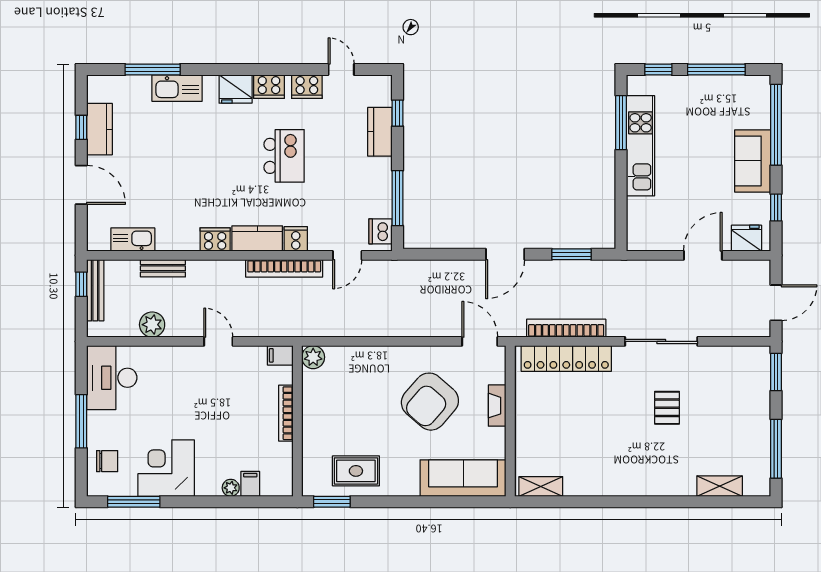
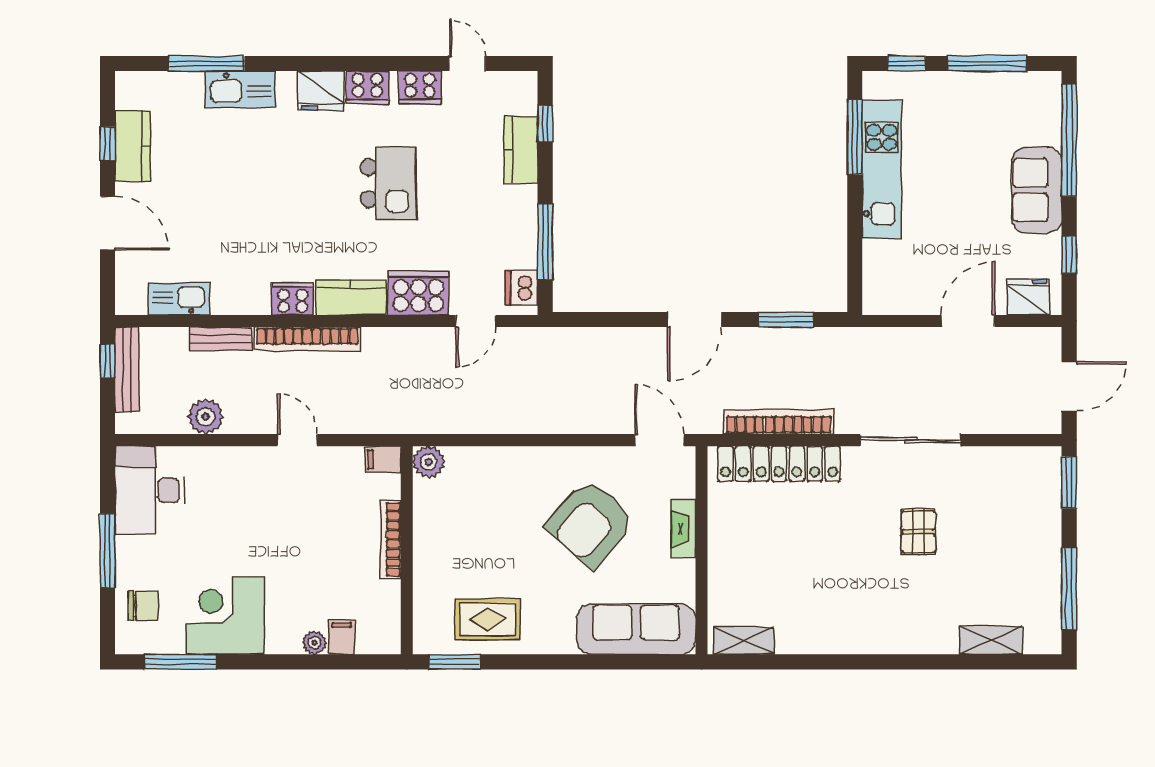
cooker: (296, 239) -> (418, 293), width x1.87, depth x1.31
bookcase: (284, 268) -> (307, 339), moved

